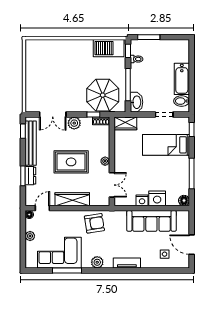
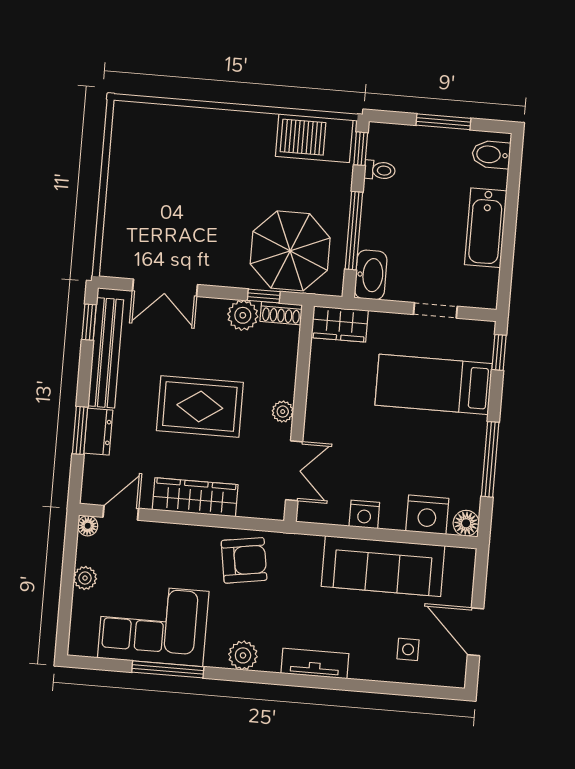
window: (149, 37) -> (443, 122), moved
bidet: (182, 101) -> (491, 155), moved
plant: (74, 123) -> (243, 315), moved
nightstand: (157, 198) -> (427, 515), moved

